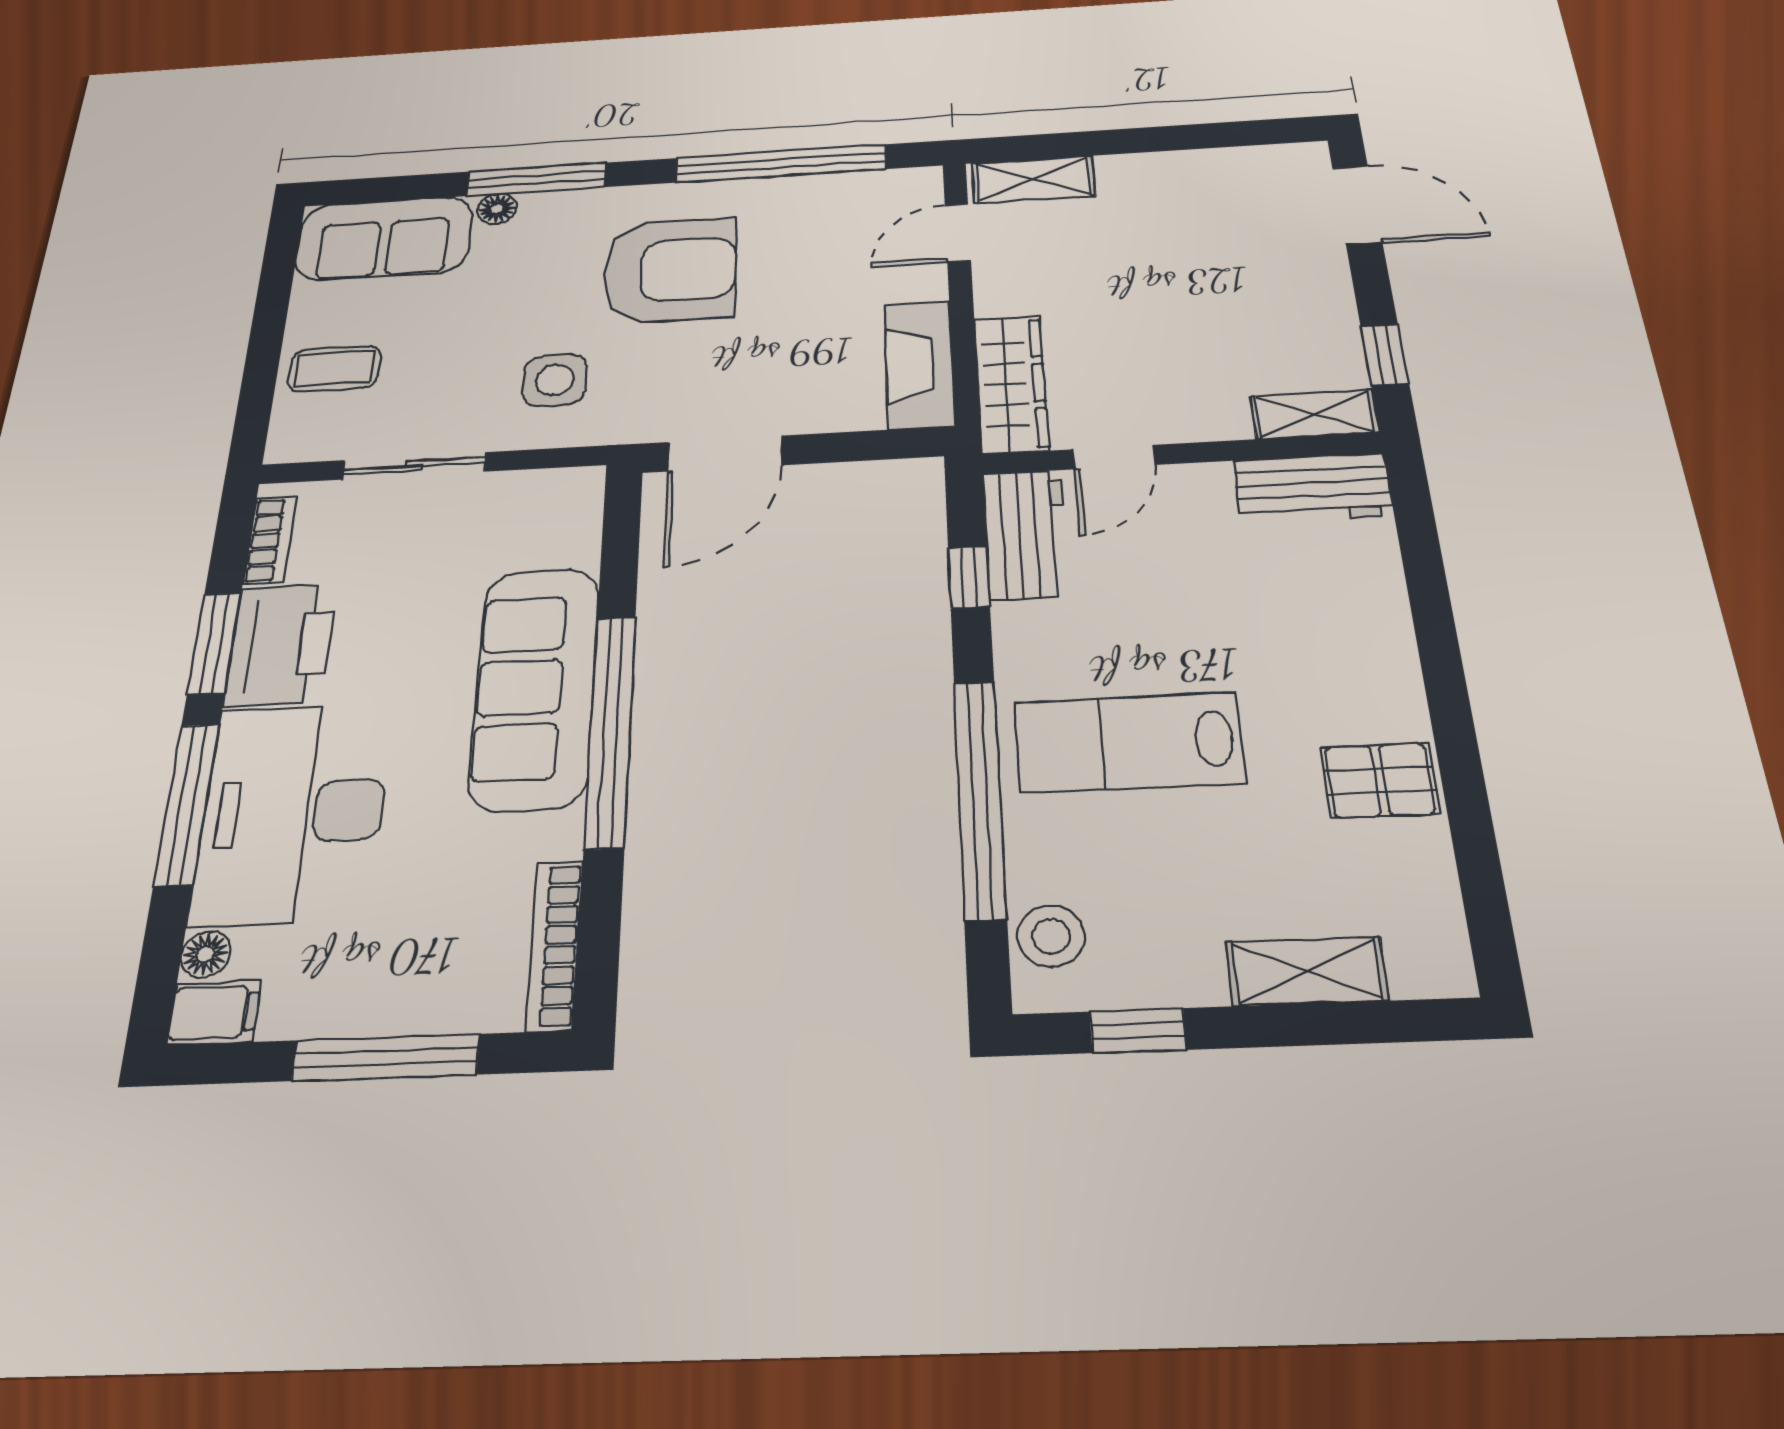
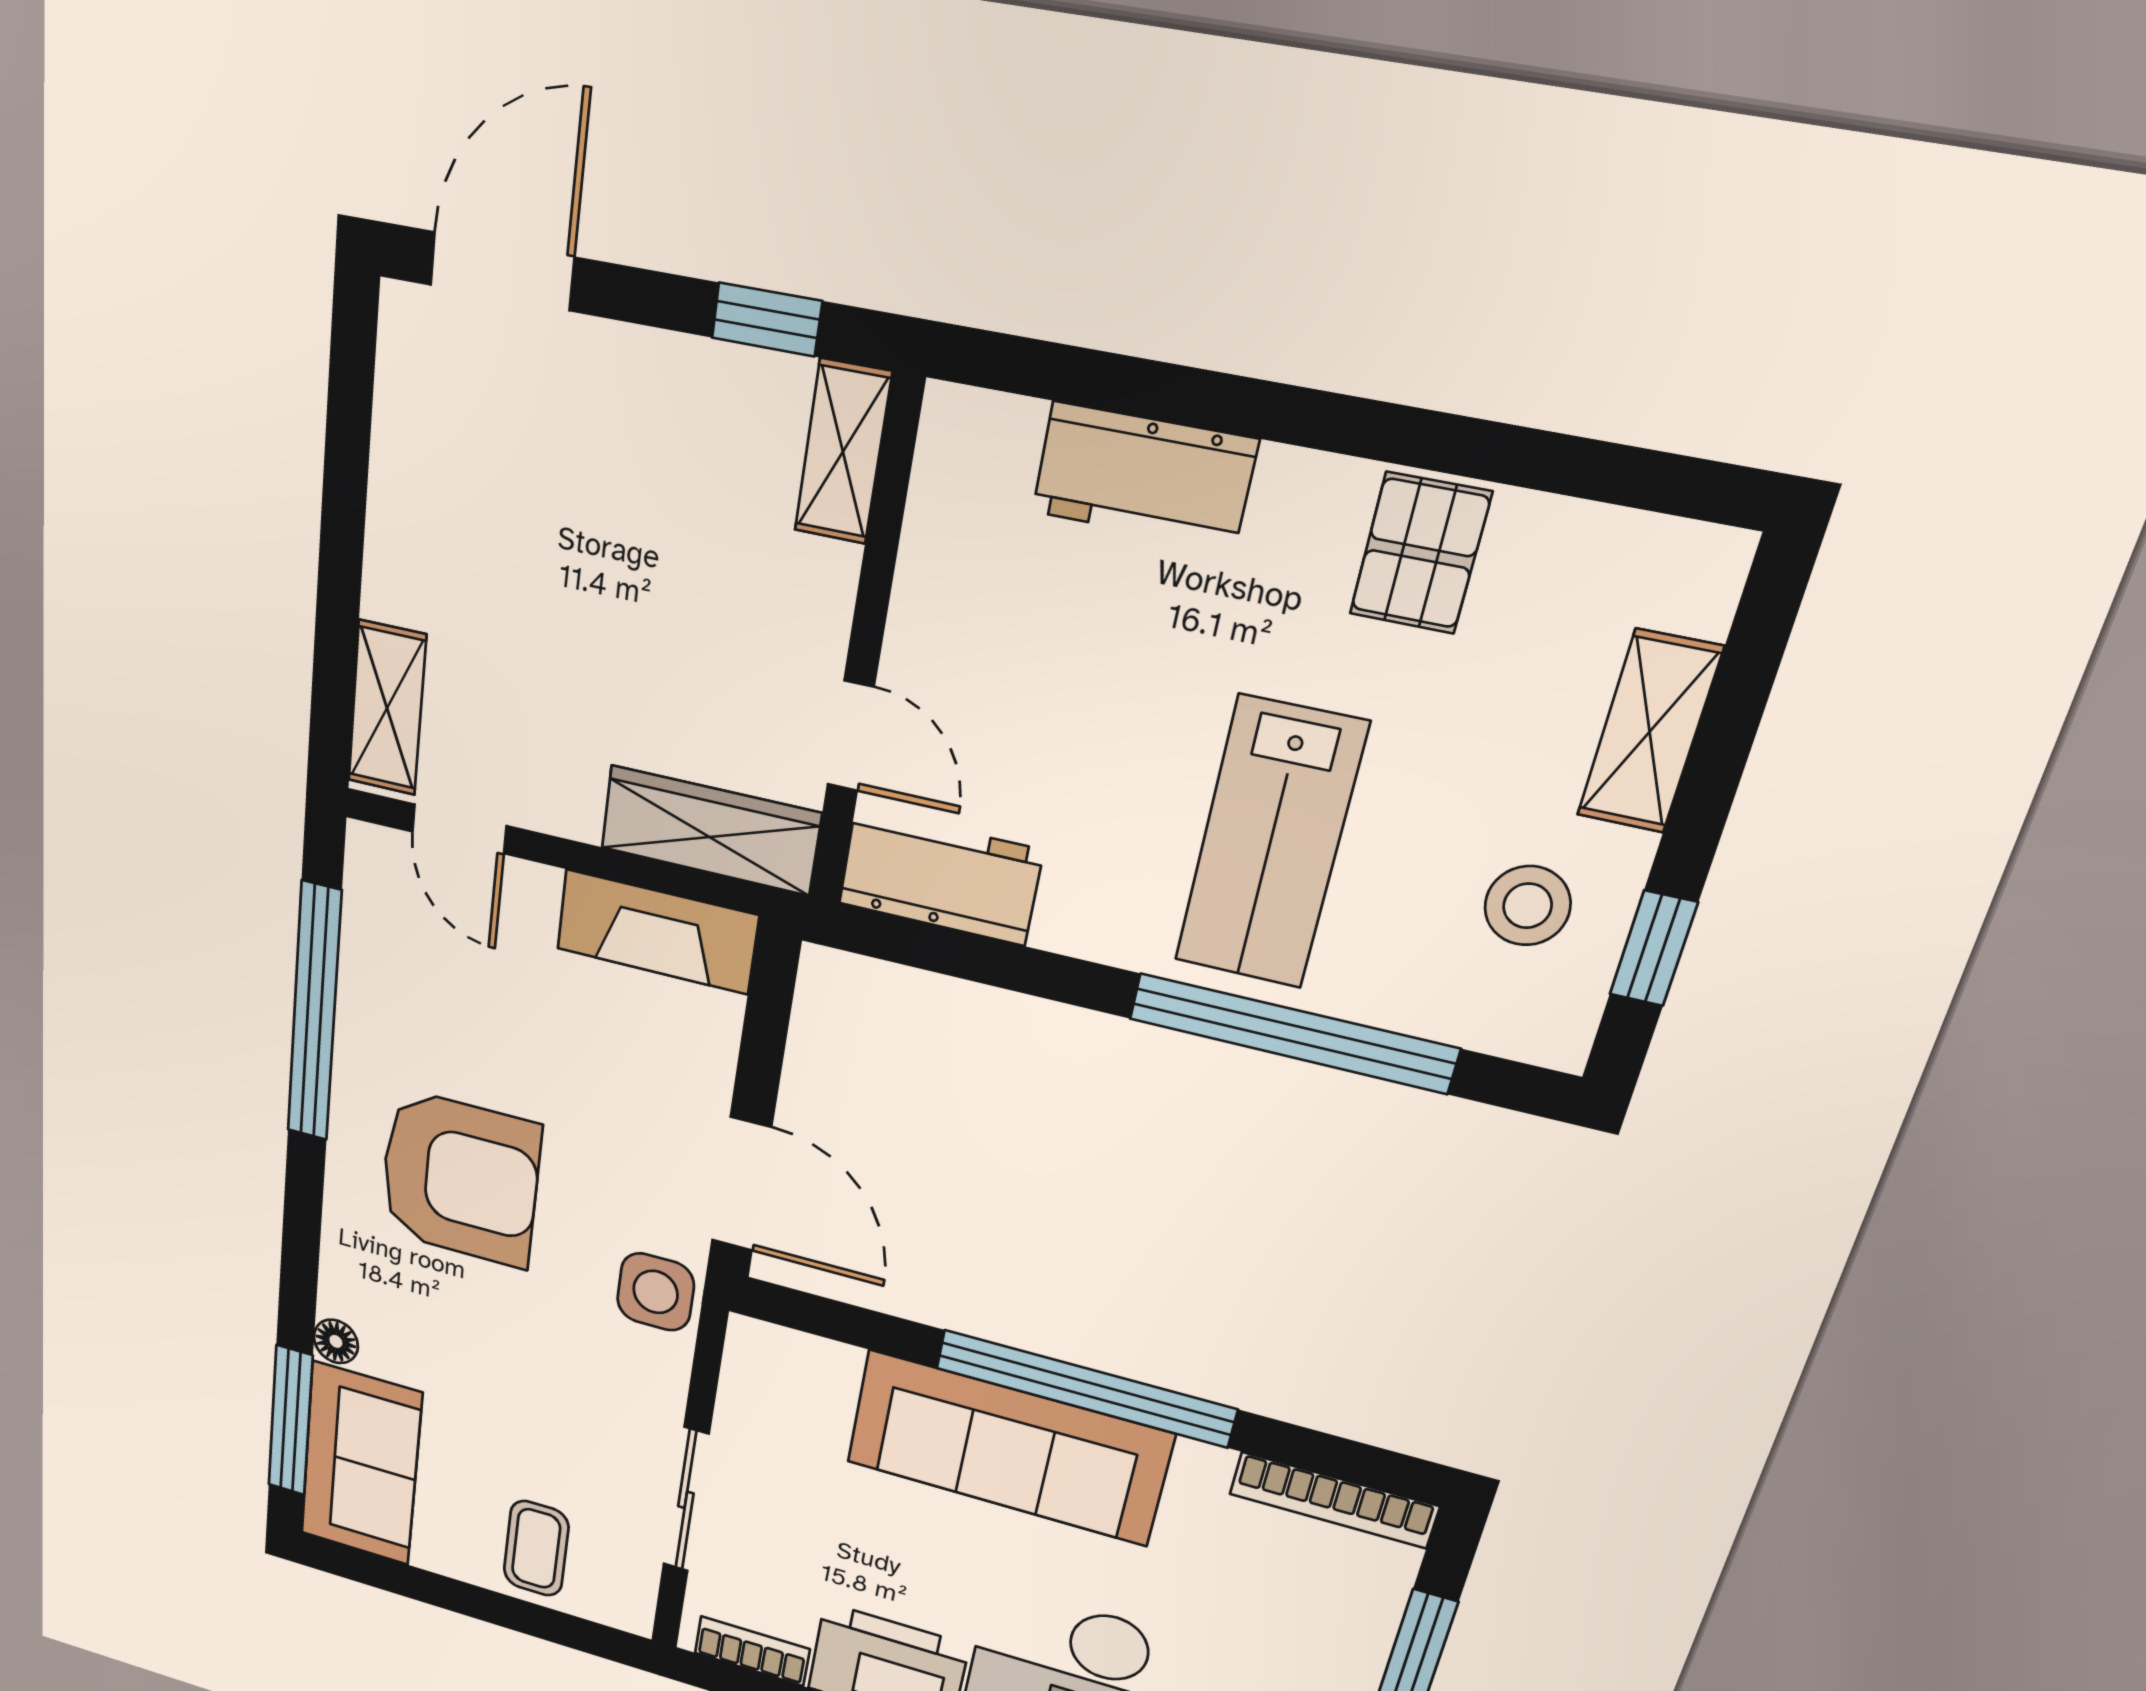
window: (536, 179) -> (290, 1421), moved
armchair: (670, 270) -> (460, 1179), turned 90
side table: (555, 380) -> (656, 1292), moved
workbench: (1312, 488) -> (1144, 476), moved, turned 90
window: (969, 577) -> (985, 961), removed
stool: (1051, 936) -> (1528, 906), moved

